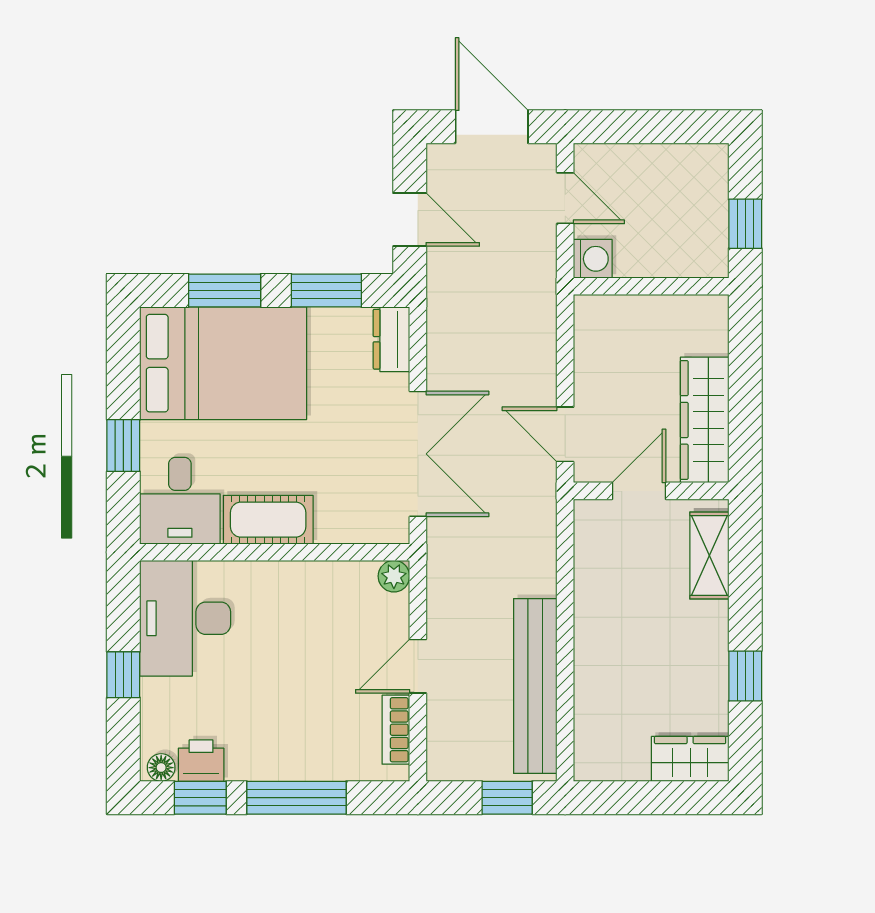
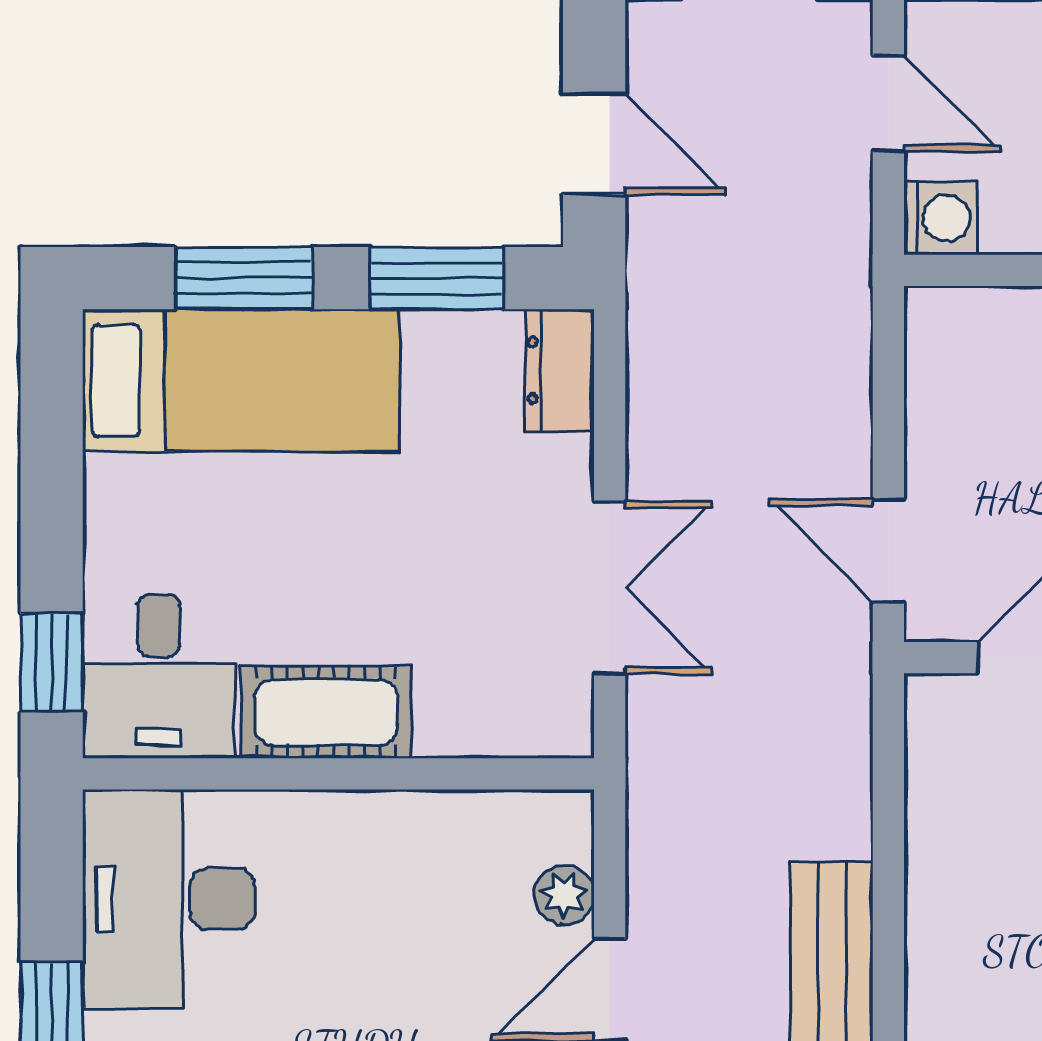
bed: (223, 363) -> (241, 380), width x0.67
window: (123, 446) -> (52, 662), moved
double door: (418, 454) -> (610, 588), width x0.73
plant: (394, 576) -> (564, 895), moved

